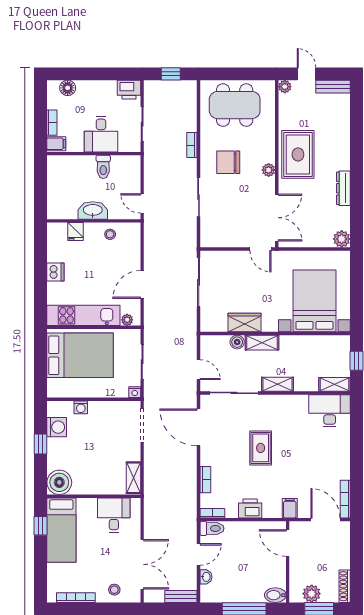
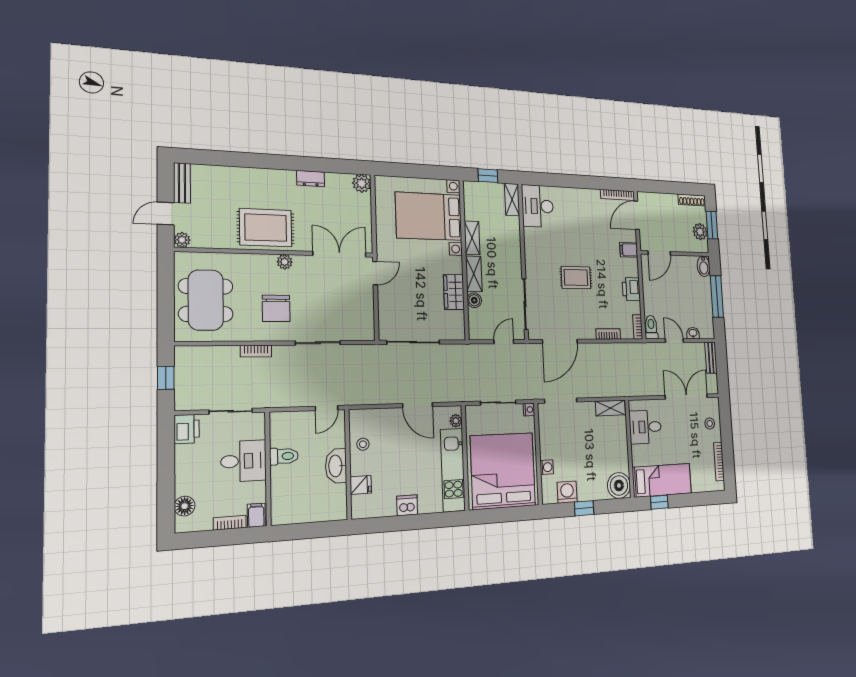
dresser: (343, 188) -> (311, 178), width x0.70
bed: (80, 355) -> (503, 471), width x1.36
shelving: (278, 384) -> (472, 238), moved

